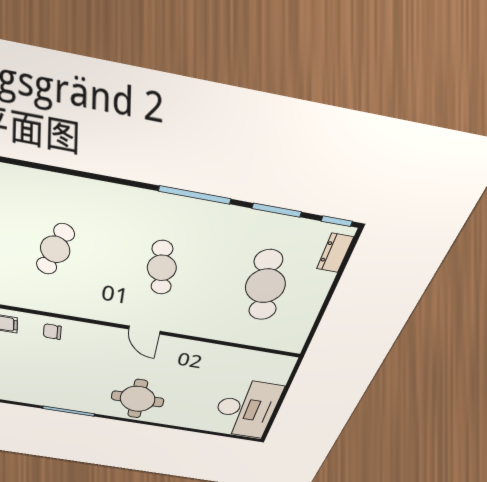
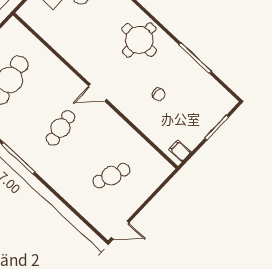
door: (144, 330) -> (98, 93), swing flipped
chair: (52, 332) -> (159, 94), moved

